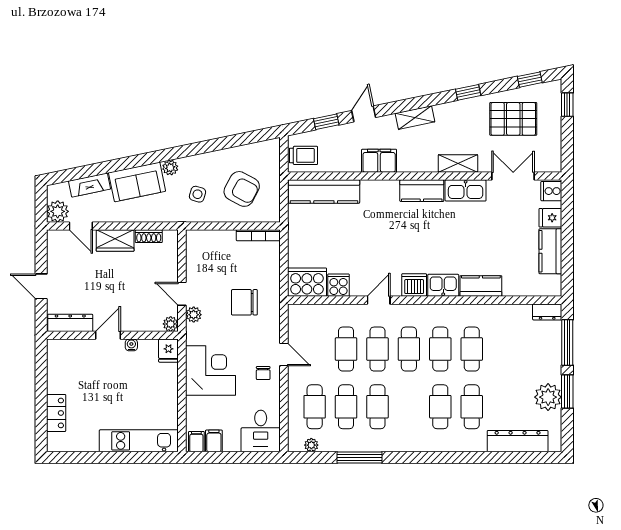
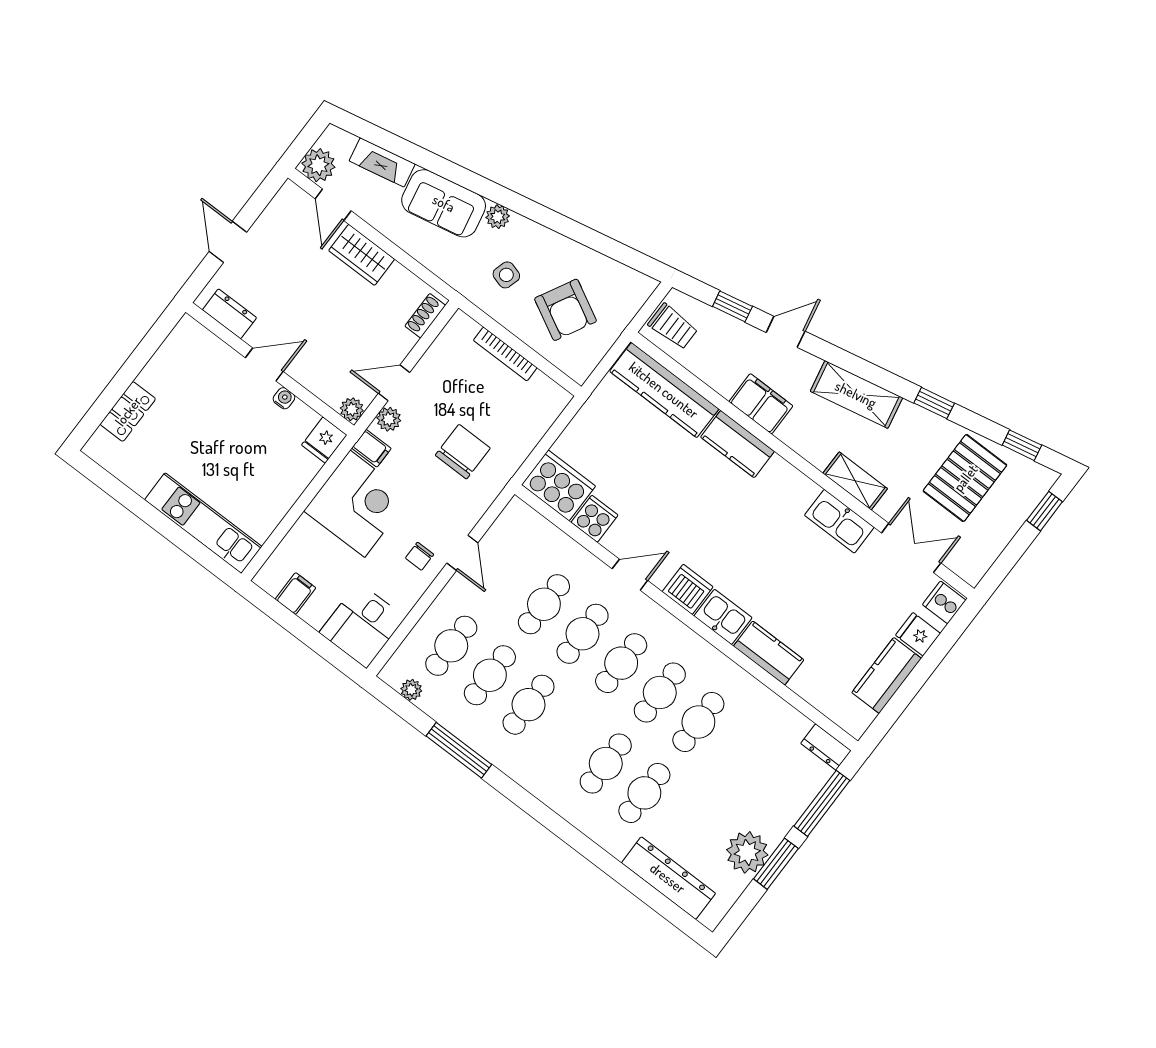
shelving: (415, 118) -> (856, 394), width x1.50, depth x1.33
pallet: (513, 119) -> (965, 478), turned 90
kitchen counter: (422, 191) -> (737, 444), moved
bookcase: (258, 235) -> (505, 354), moved
shoe rack: (149, 236) -> (425, 316), moved, turned 90
door: (182, 294) -> (394, 383), hinge flipped
chair: (244, 302) -> (463, 452), turned 90
dresser: (70, 323) -> (229, 314), width x0.70
filing cabinet: (196, 442) -> (371, 448), moved, turned 90

